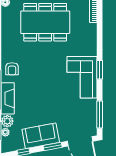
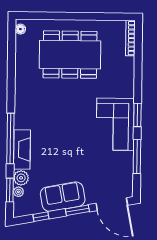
armchair: (12, 69) -> (28, 112), removed
window: (100, 114) -> (137, 157), moved

